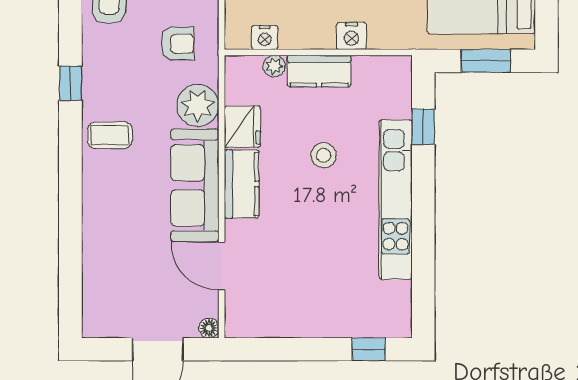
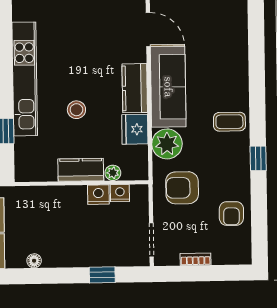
nightstand: (352, 36) -> (98, 195), moved
armchair: (178, 44) -> (182, 188), width x1.38, depth x1.38

